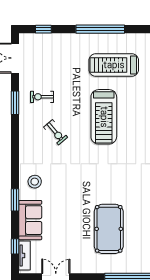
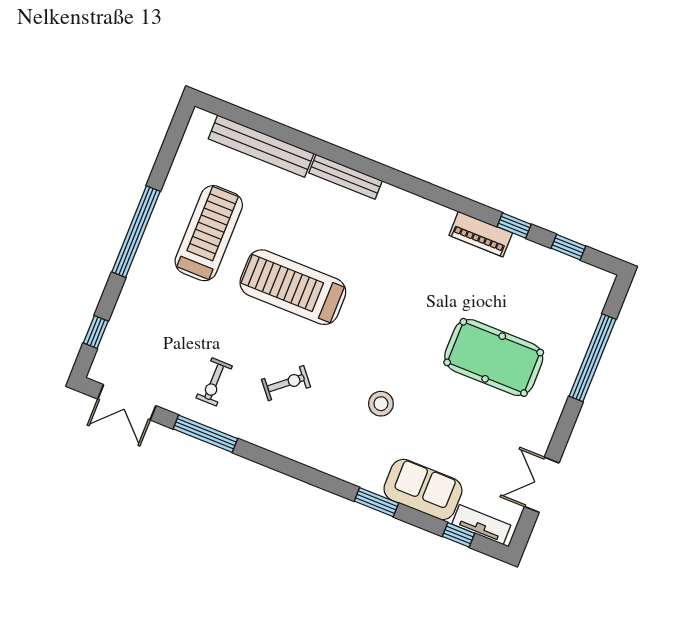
treadmill: (114, 65) -> (209, 233), turned 180
window: (15, 103) -> (205, 434), width x1.44
treadmill: (104, 117) -> (293, 287), turned 180
stool: (35, 182) -> (381, 404), moved

